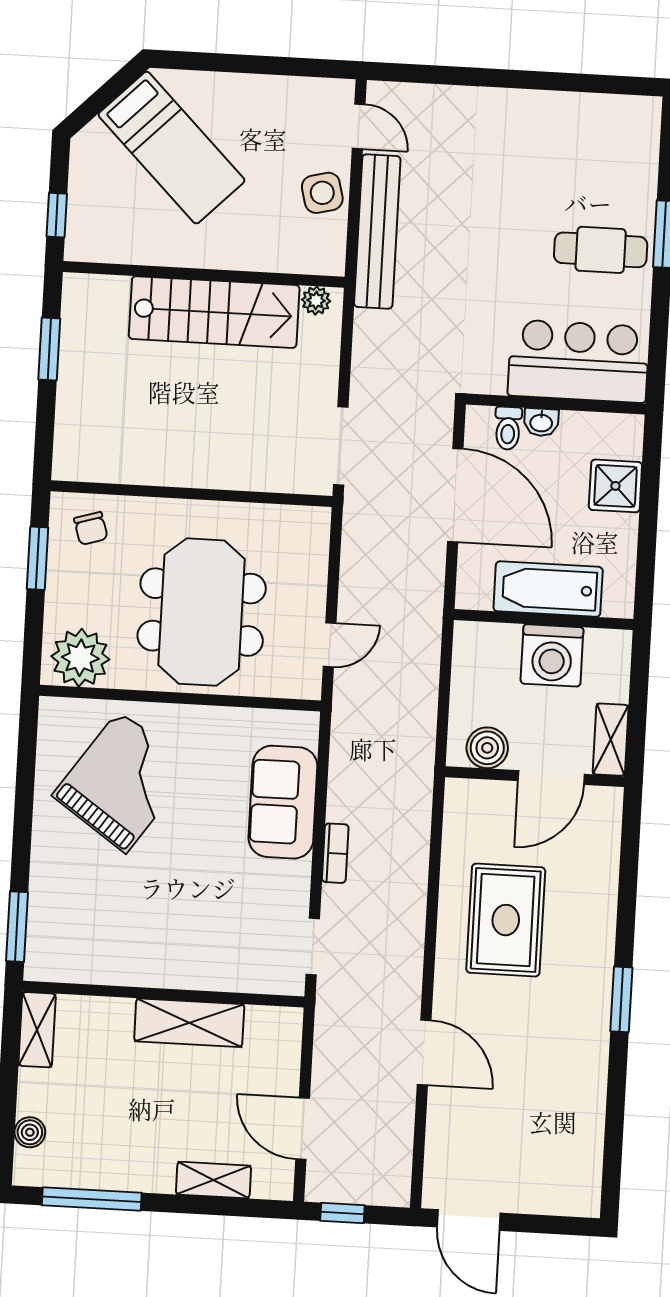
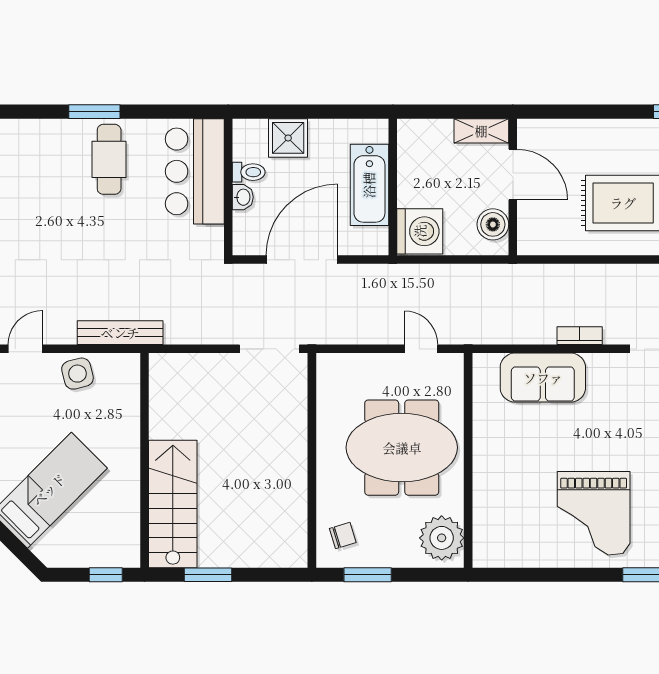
bench: (377, 231) -> (120, 333), width x0.73, depth x0.82
plant: (316, 300) -> (160, 374), removed
stairs: (214, 312) -> (173, 504), moved
toilet: (508, 428) -> (249, 172), moved
washing machine: (552, 655) -> (420, 231), moved
grand piano: (123, 782) -> (594, 513), moved, turned -125

